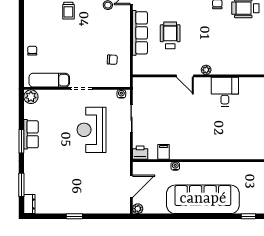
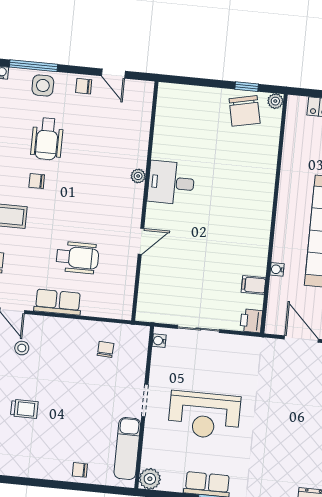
row of seats: (140, 33) -> (58, 302), width x0.68
wheelchair: (170, 35) -> (77, 258), turned 180
plant: (206, 70) -> (138, 176), moved
reception desk: (92, 130) -> (204, 415), moved

